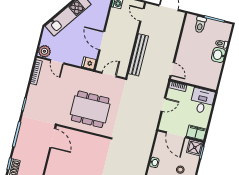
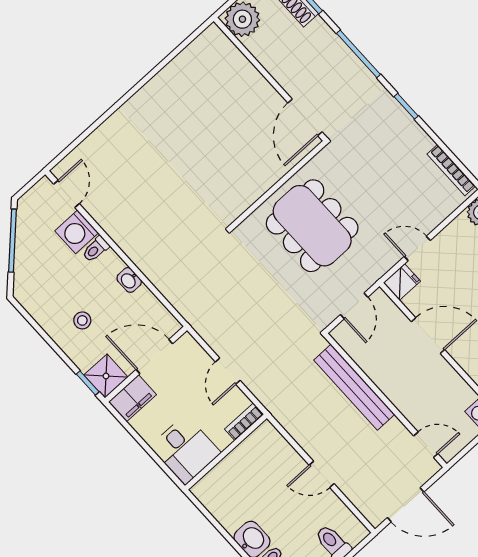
door: (57, 62) -> (417, 248), moved
door: (172, 69) -> (322, 474), moved
dining table: (90, 109) -> (312, 226), turned 90
door: (53, 138) -> (305, 117), hinge flipped

